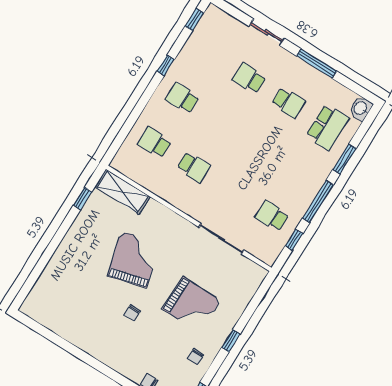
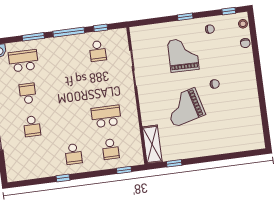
window: (194, 20) -> (124, 170), moved
school desk: (194, 167) -> (106, 116), width x1.85

